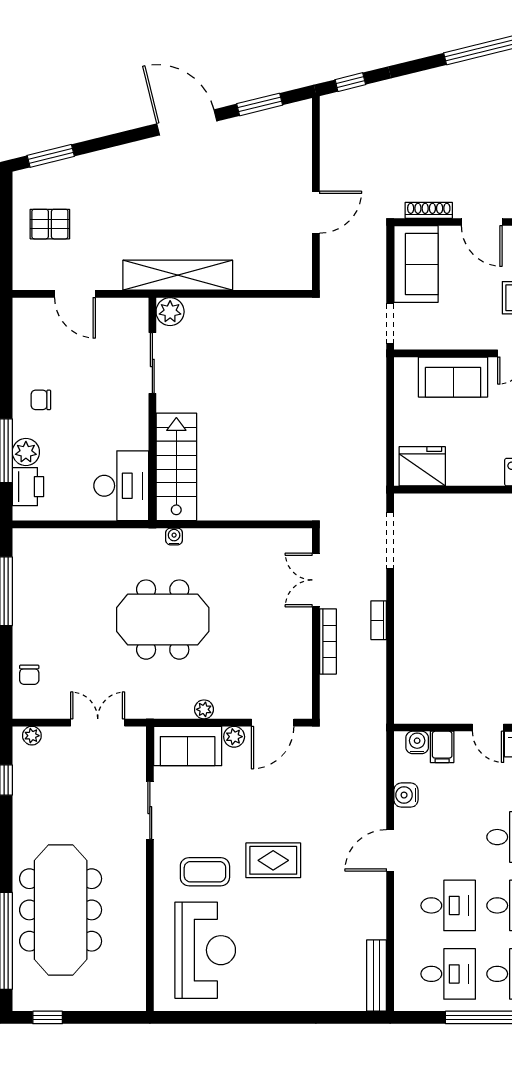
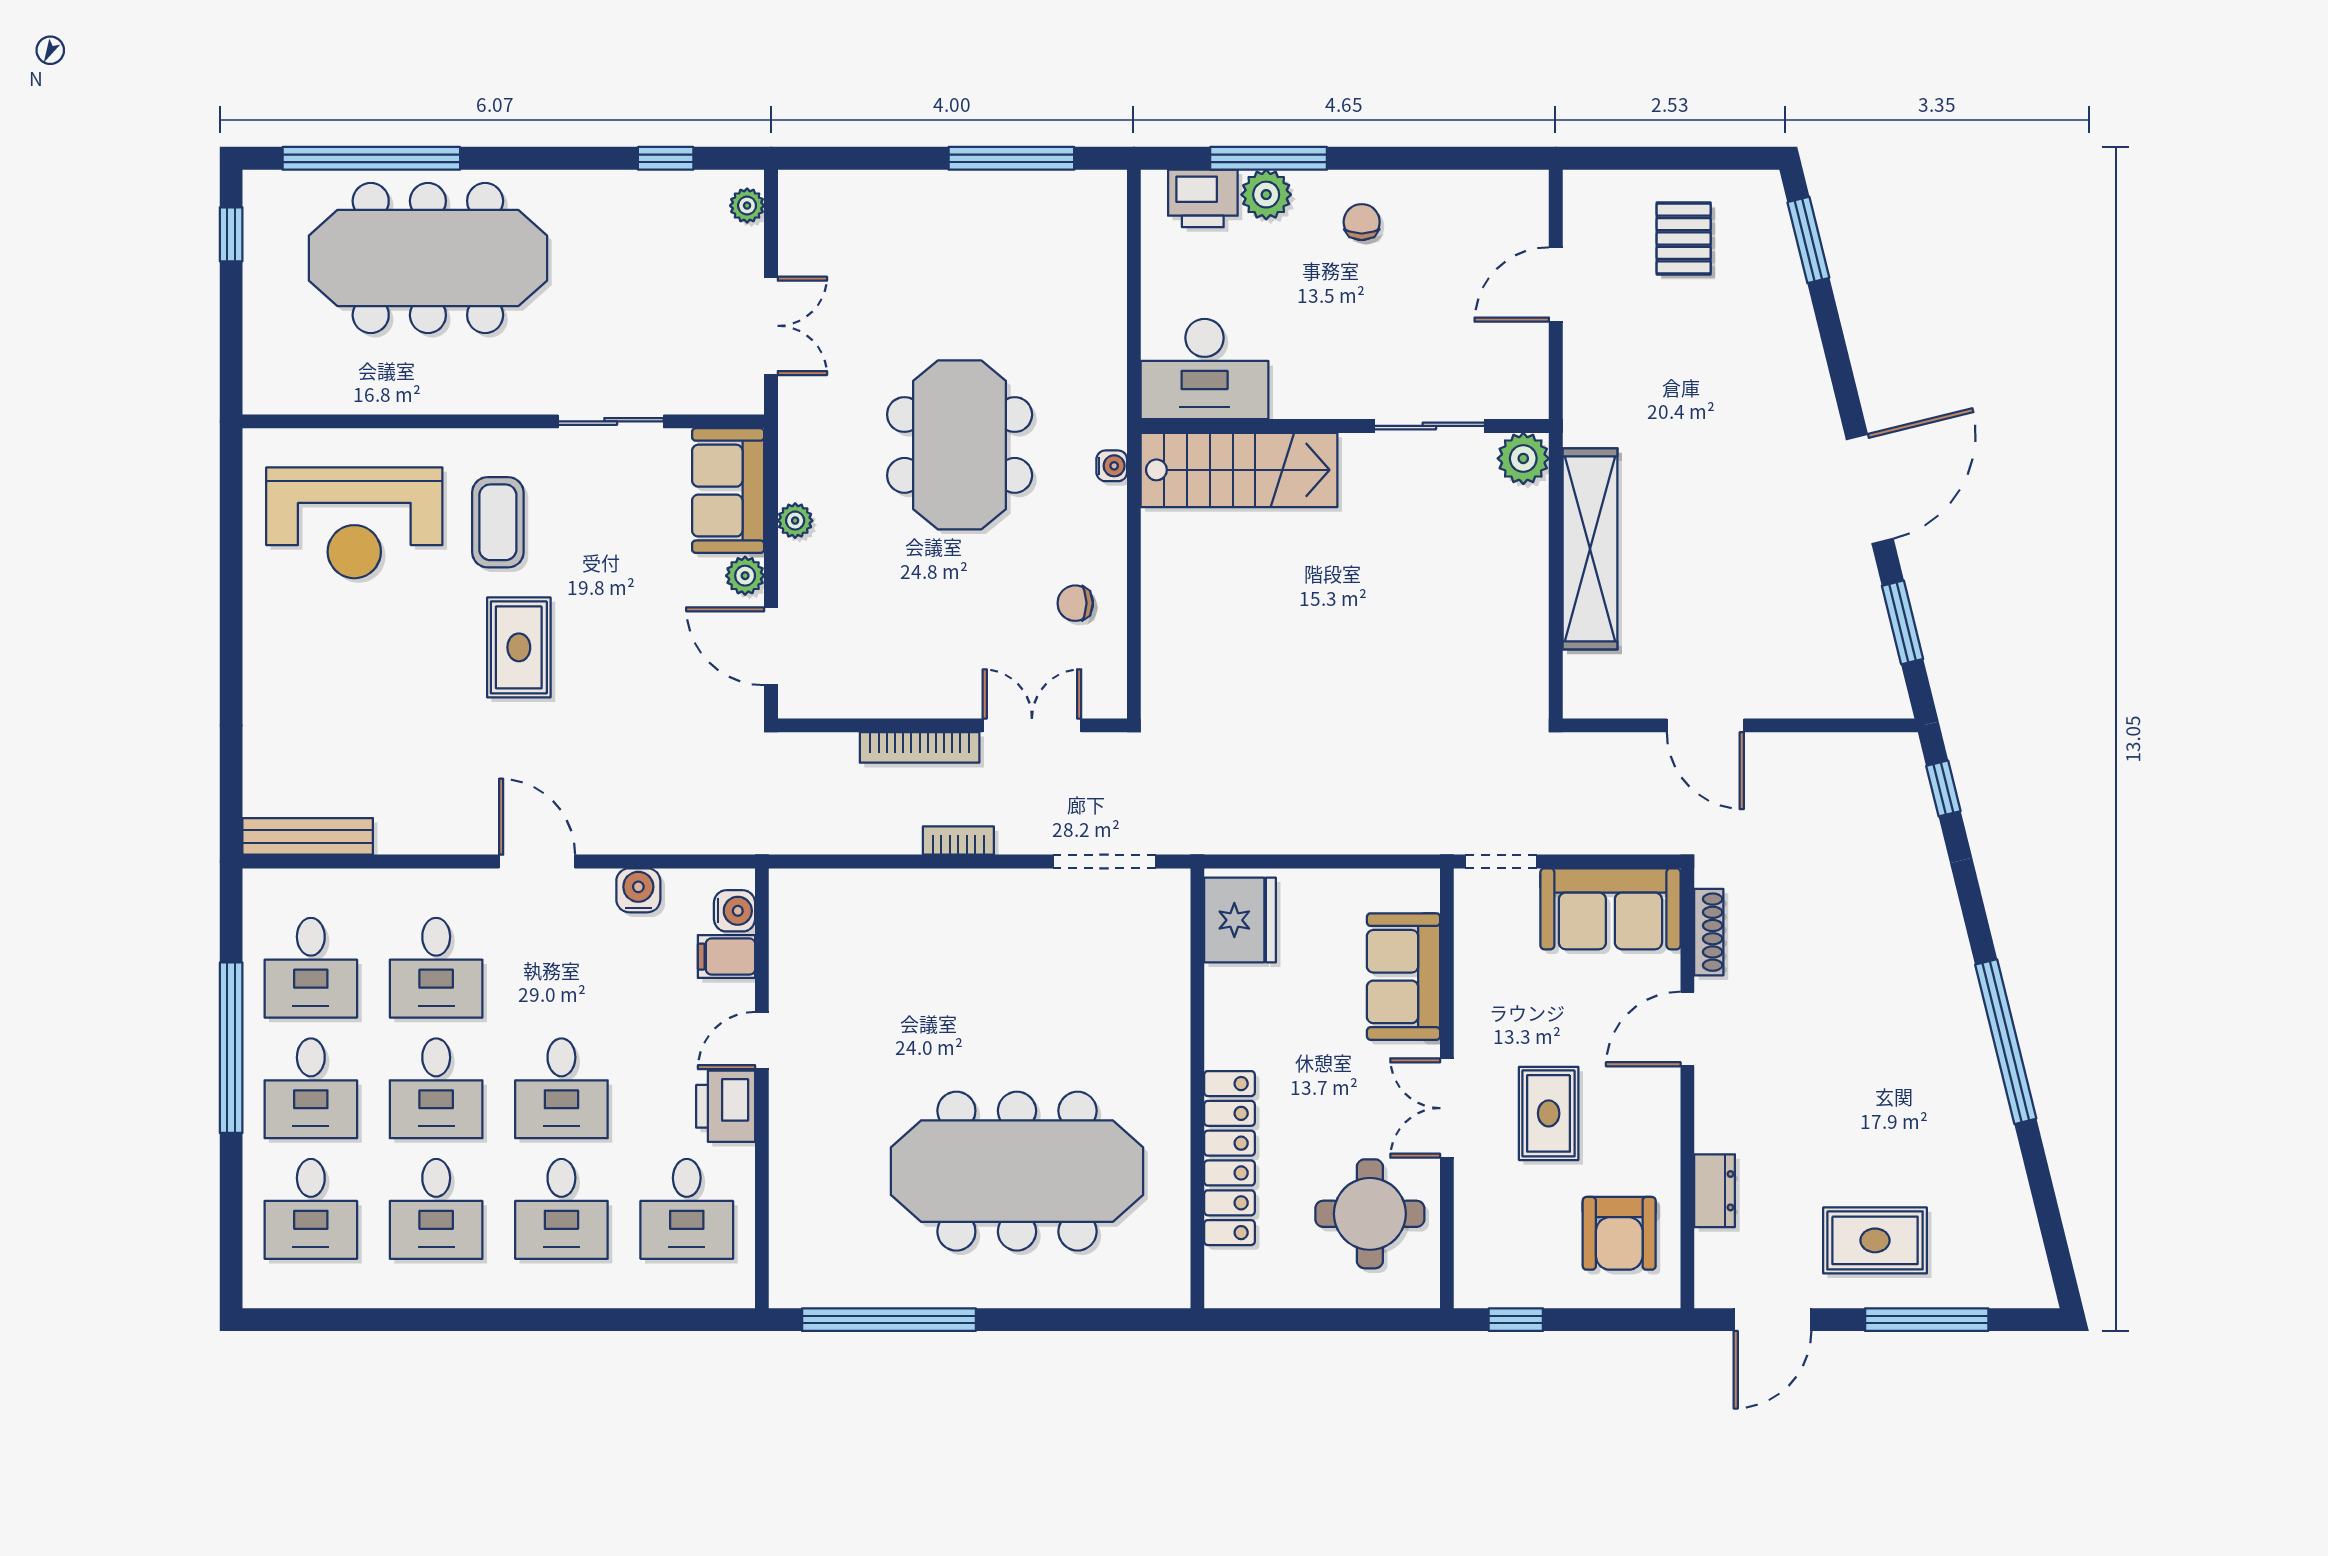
shelving: (178, 275) -> (1590, 549), moved
chair: (29, 675) -> (1075, 603), moved

